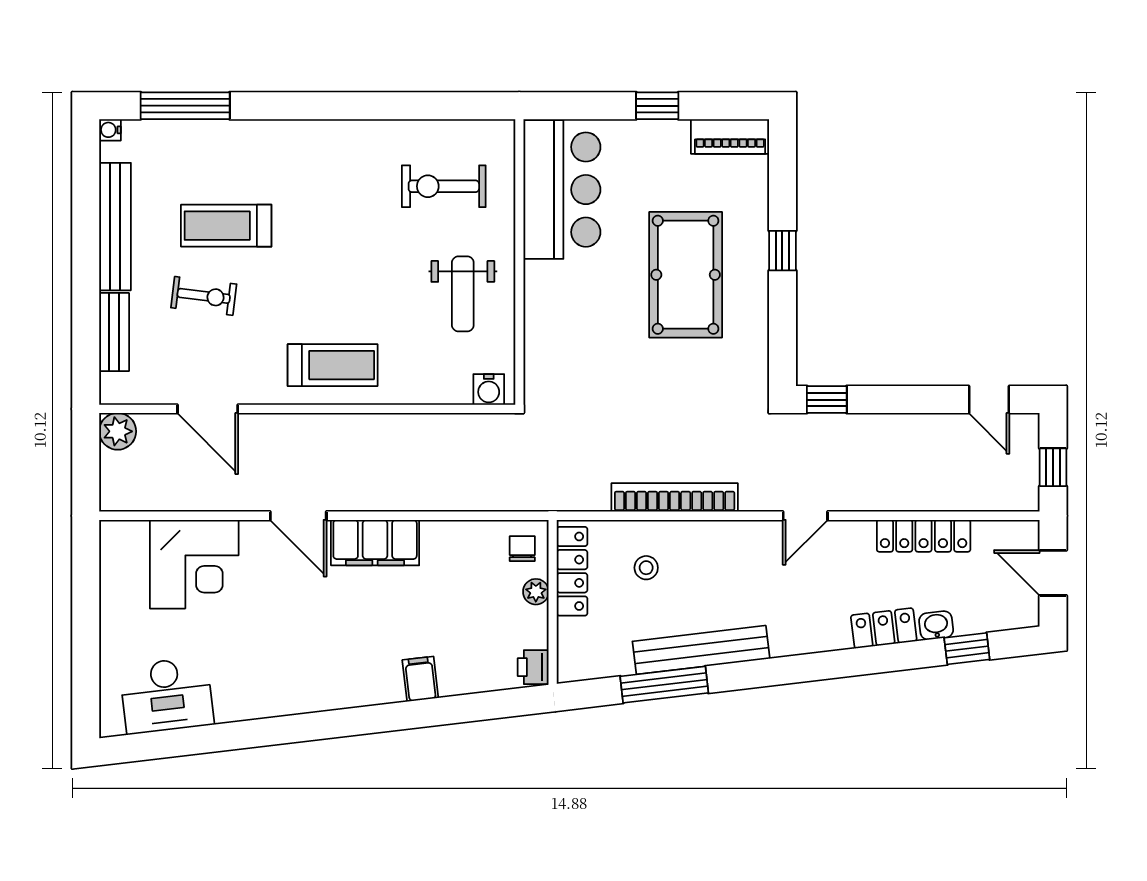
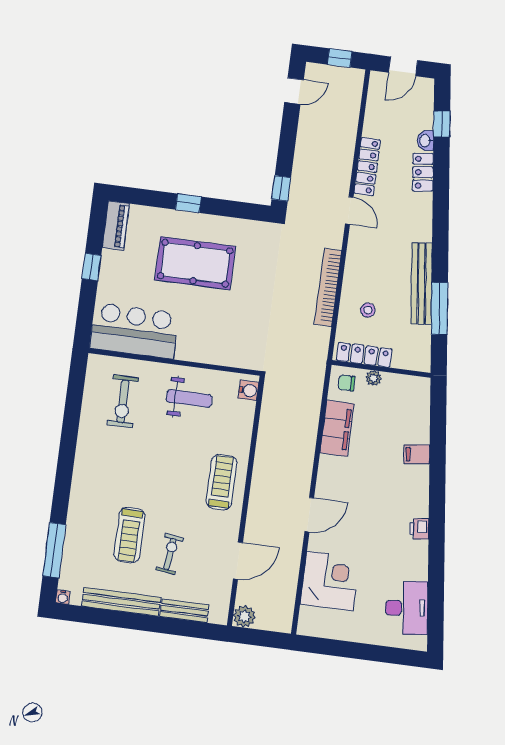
locker: (924, 536) -> (367, 167), moved
filing cabinet: (375, 543) -> (337, 428), moved
printer: (533, 667) -> (419, 529), moved, turned 83

